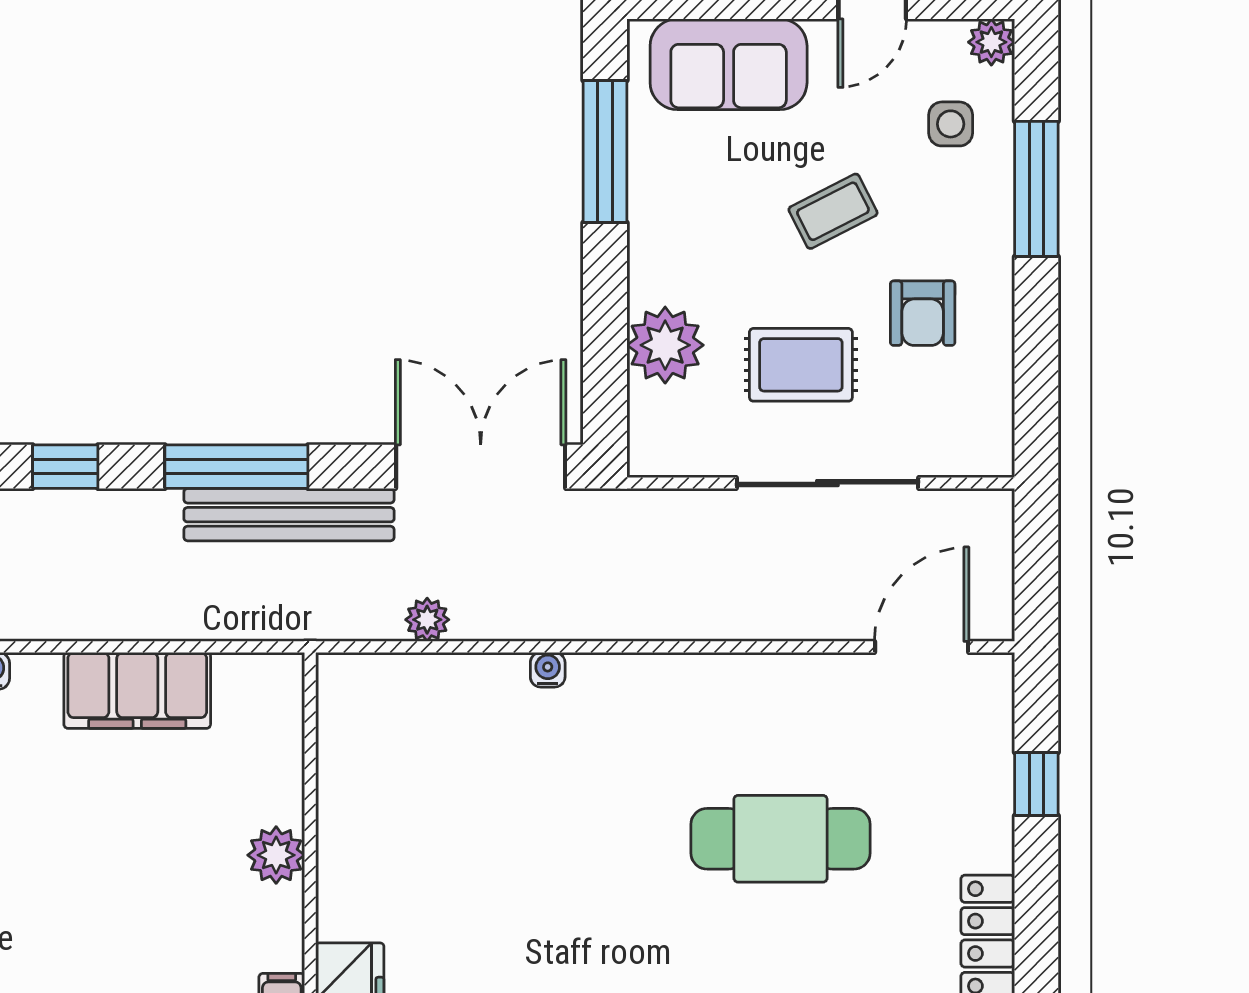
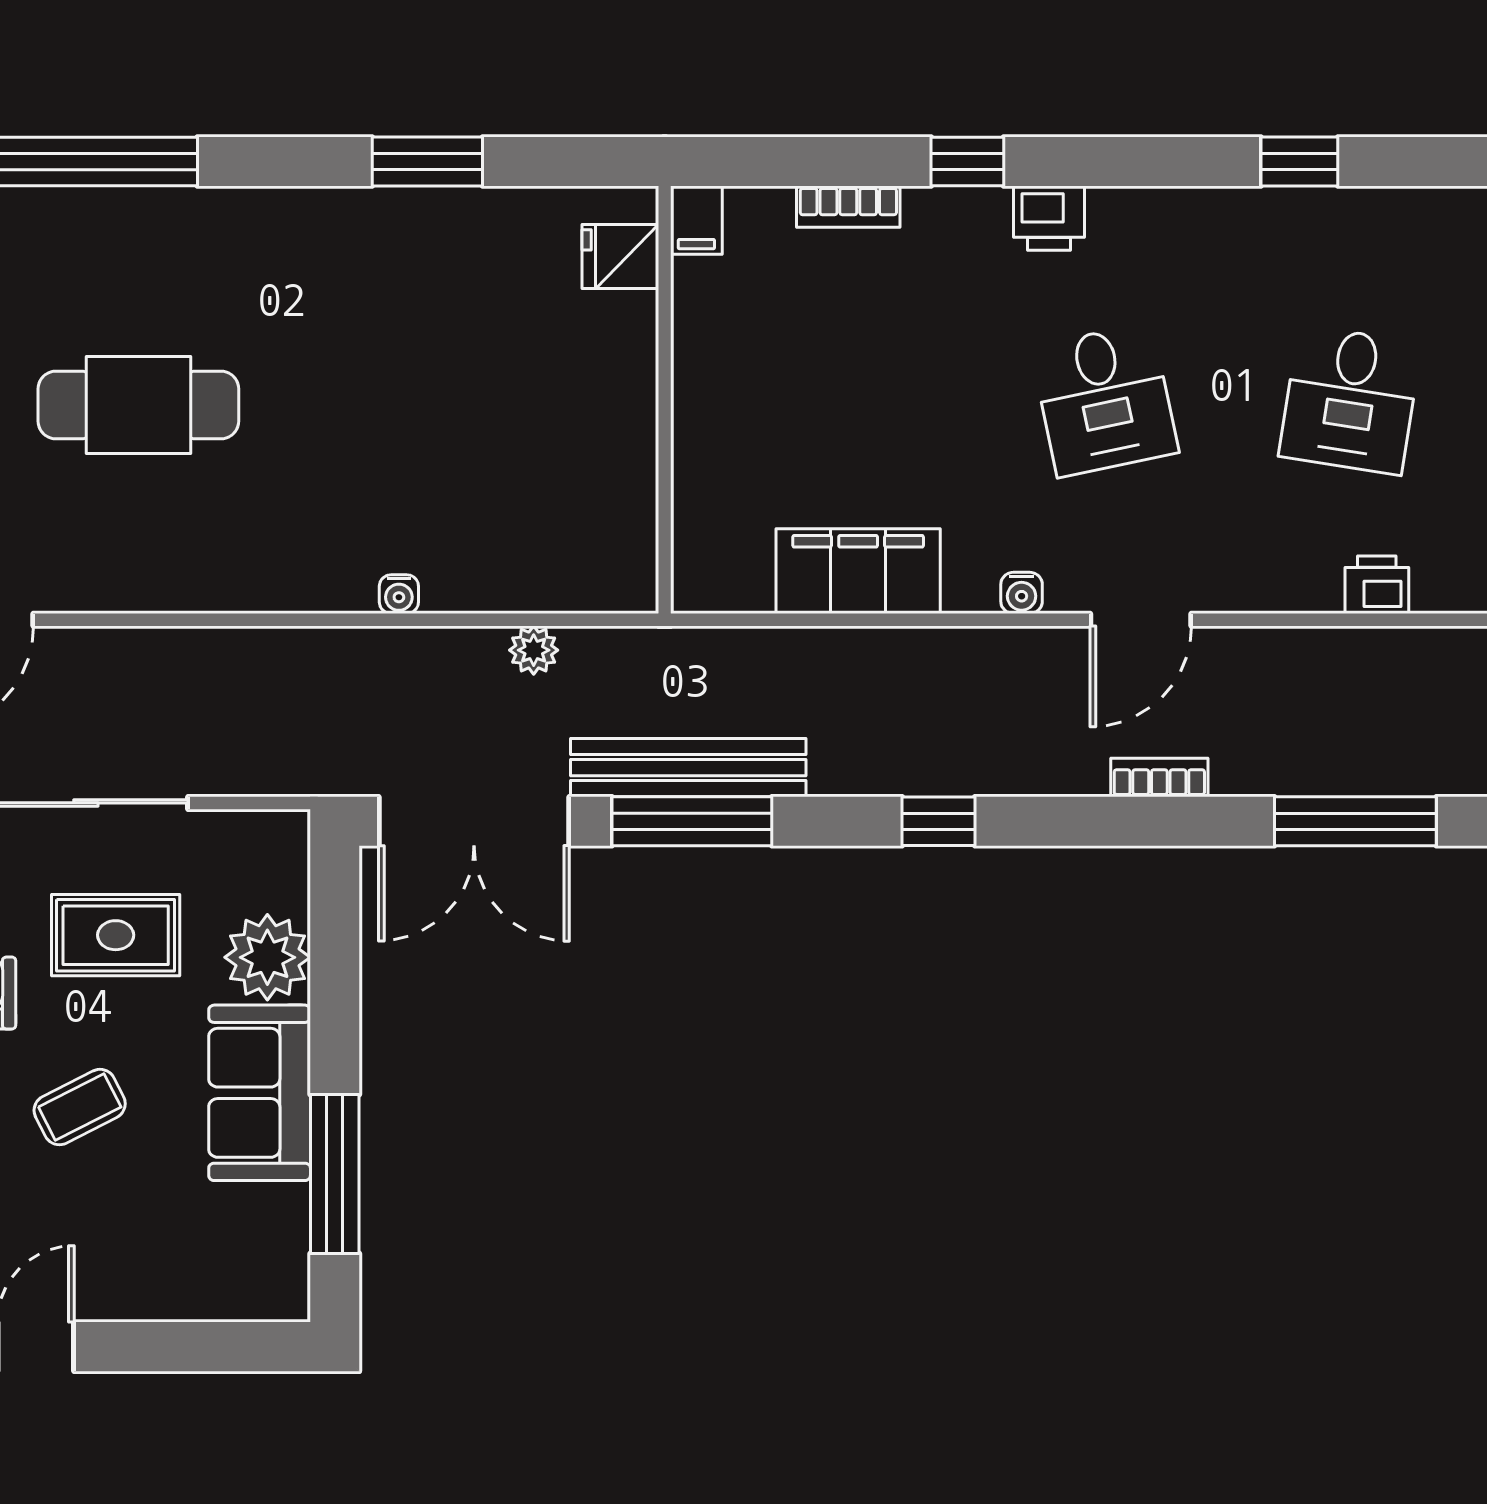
sofa: (729, 64) -> (260, 1093), moved, turned -90
window: (236, 467) -> (692, 821), moved
plant: (276, 855) -> (703, 387), removed

